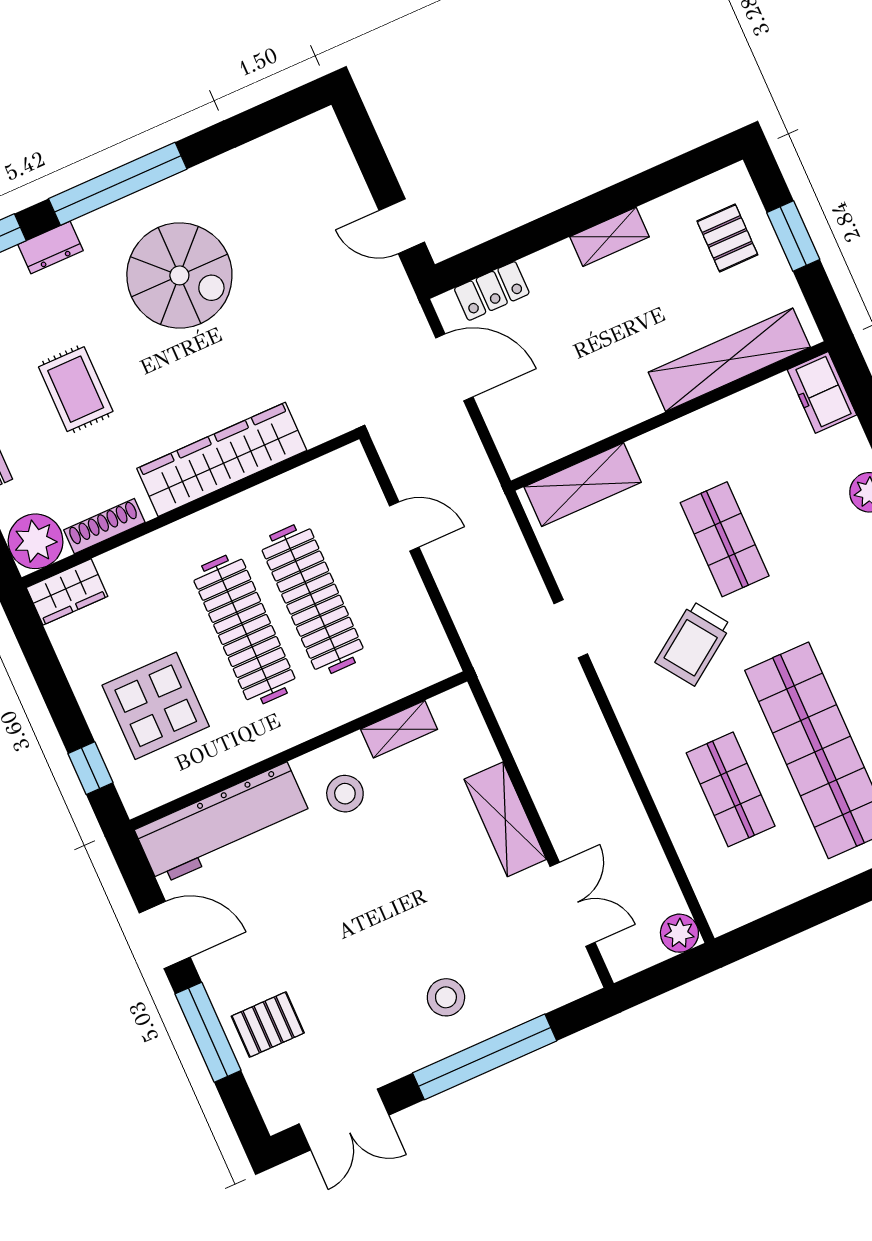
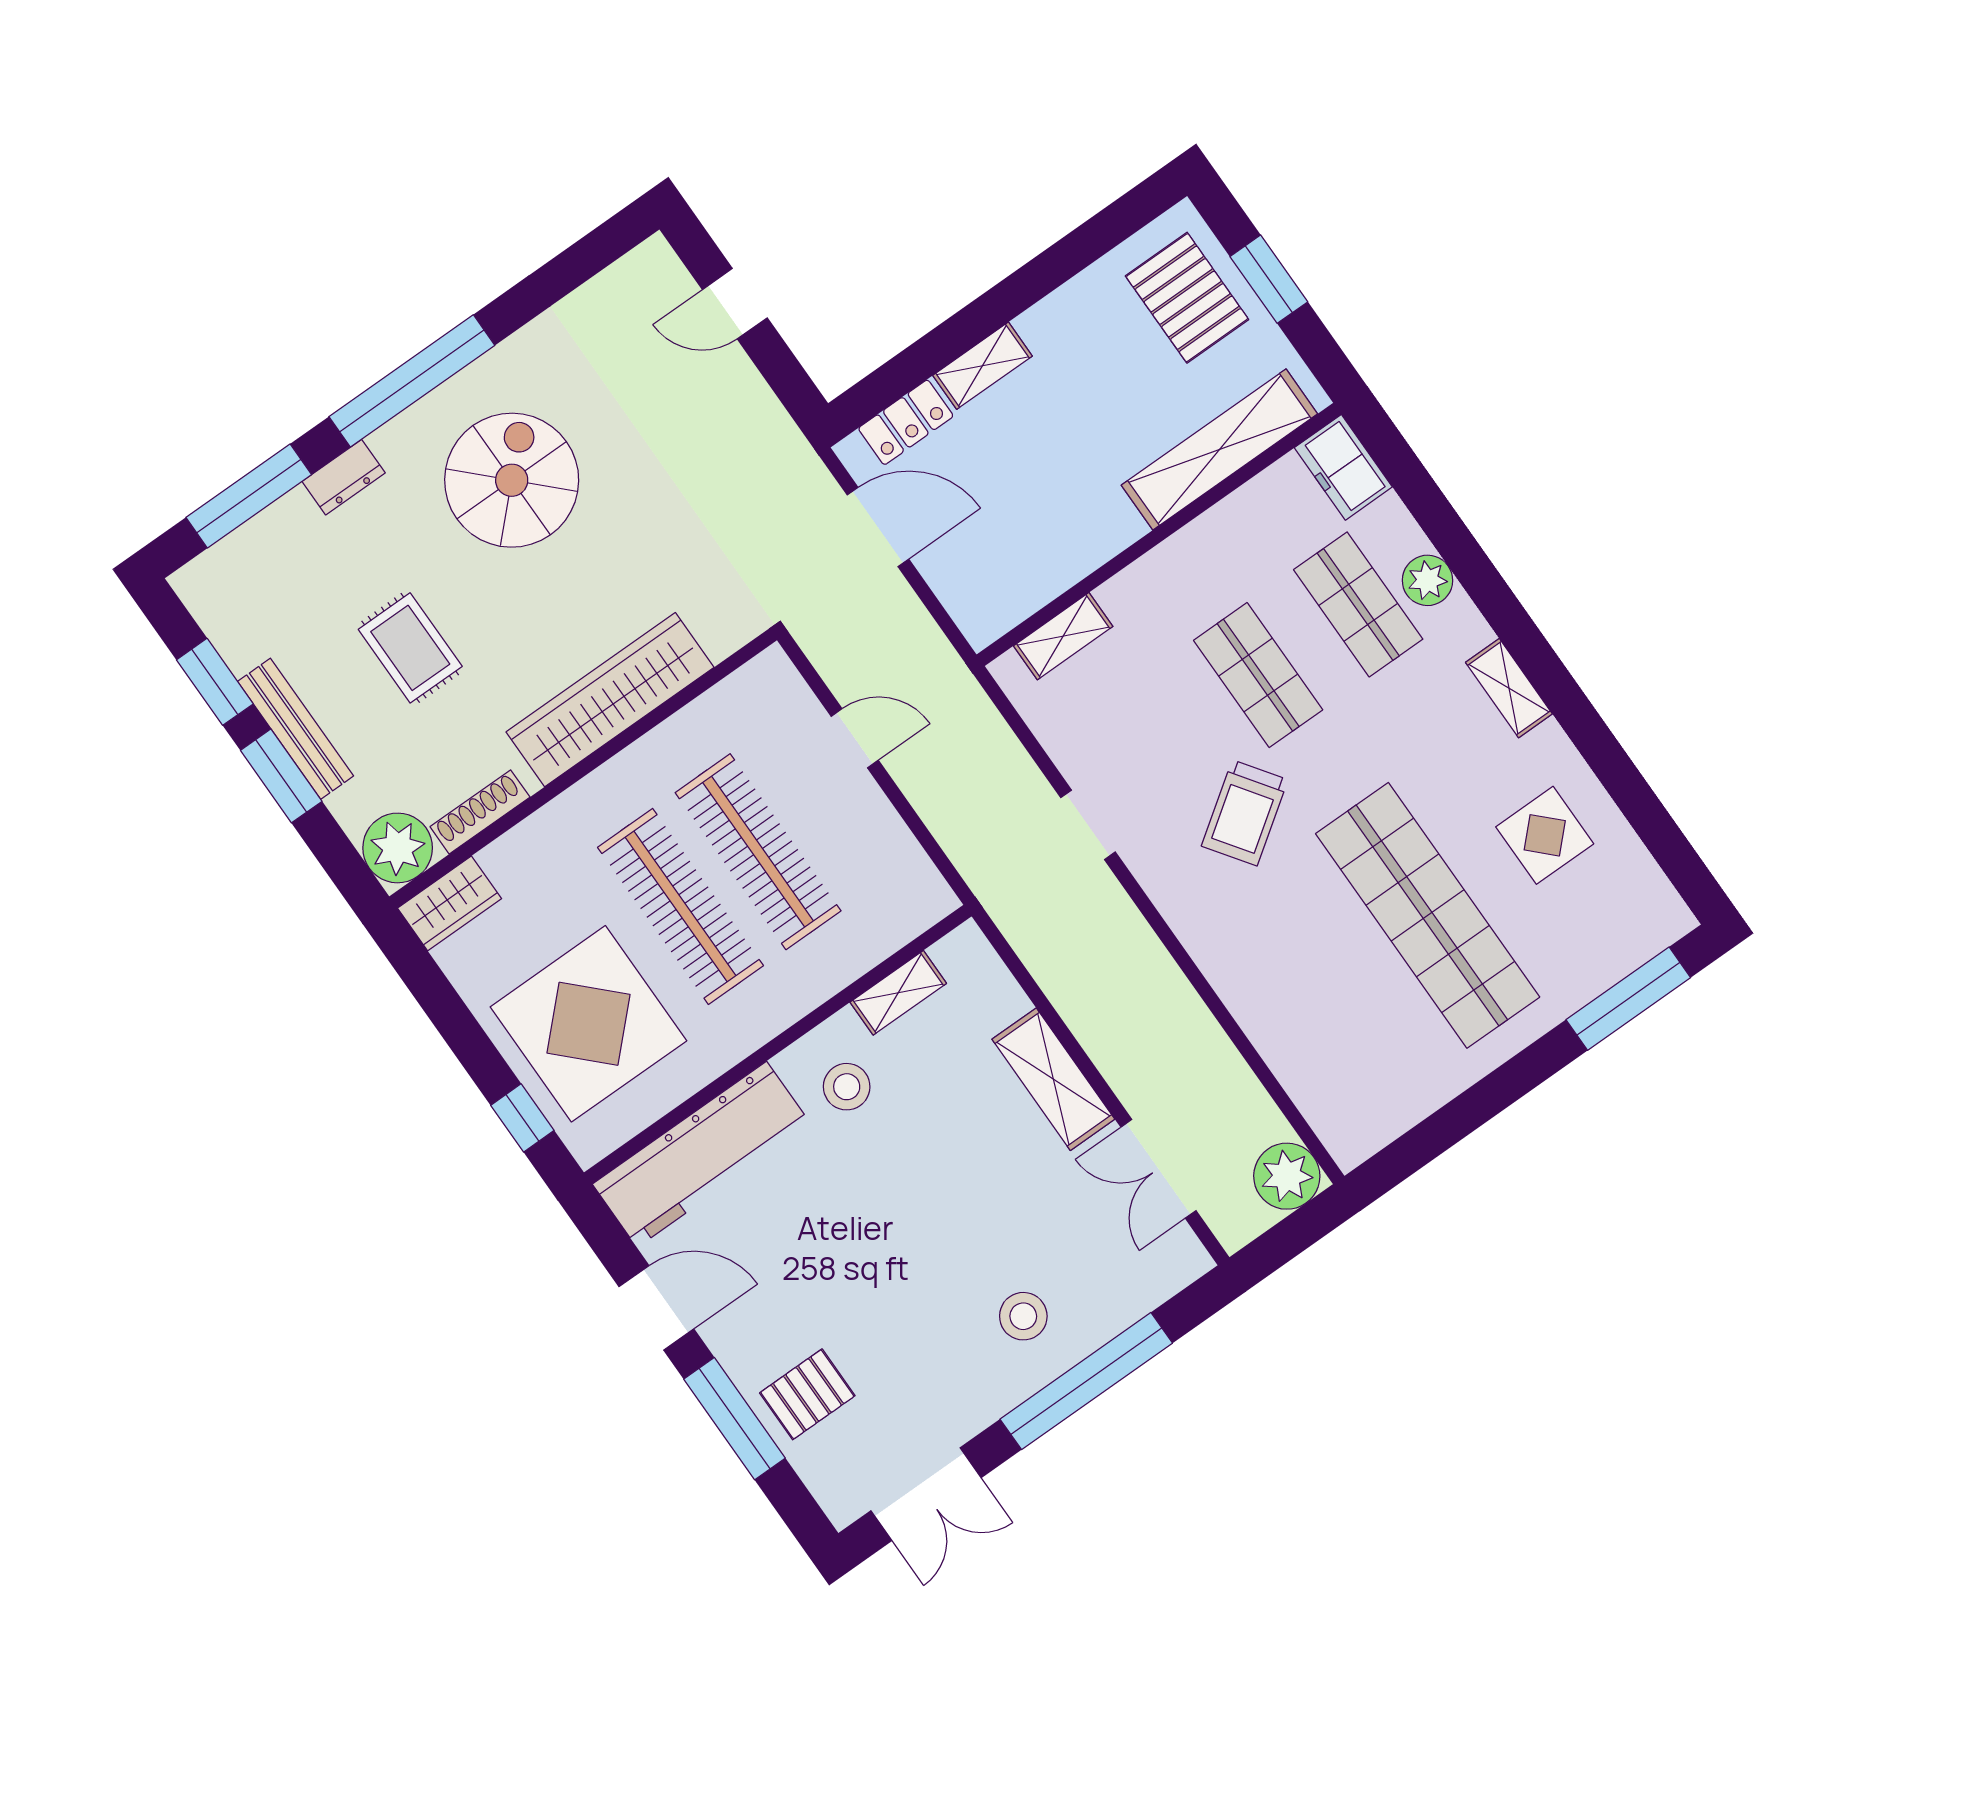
door: (402, 226) -> (735, 304), moved
shelving: (610, 237) -> (983, 366), moved
pallet: (727, 238) -> (1187, 298), width x1.50, depth x1.42
spiral stairs: (179, 275) -> (512, 480), turned -90
shelving: (583, 485) -> (1063, 636), width x0.67, depth x0.75
display table: (156, 706) -> (588, 1024), width x1.36, depth x1.36
shop shelf: (731, 789) -> (1358, 604), moved
double door: (573, 904) -> (1158, 1169), swing flipped
plant: (679, 933) -> (1287, 1176), width x1.36, depth x1.36

